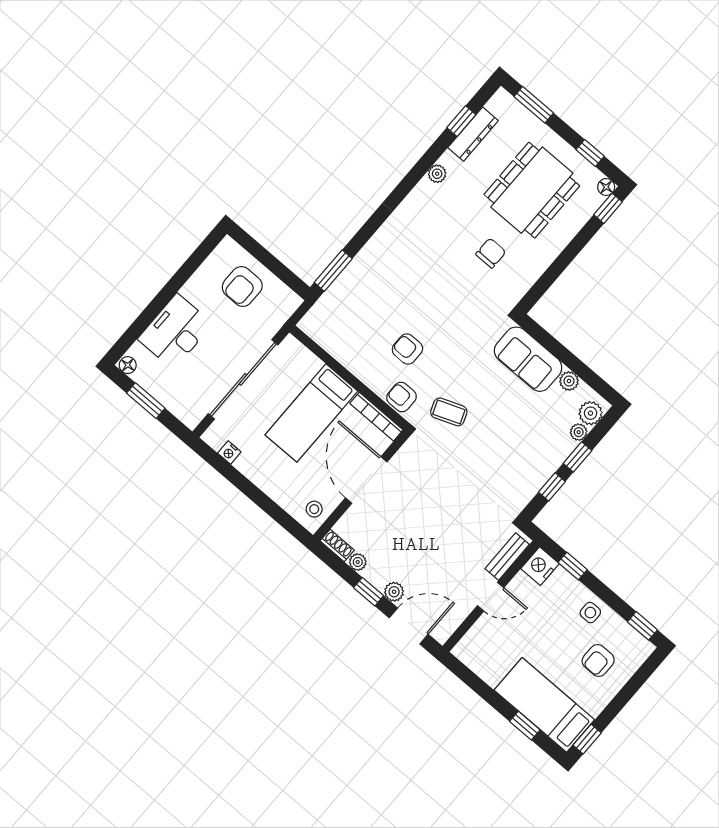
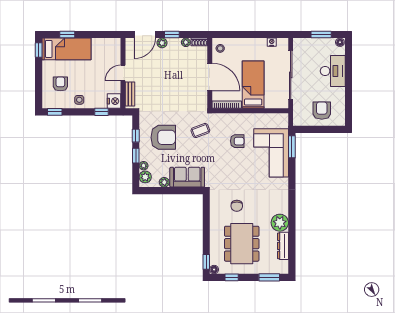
window: (461, 121) -> (292, 247), removed
plant: (437, 174) -> (280, 223), width x1.87, depth x1.87
corner sofa: (372, 288) -> (271, 153), added
armchair: (401, 397) -> (163, 137), moved, width x1.88, depth x1.88

